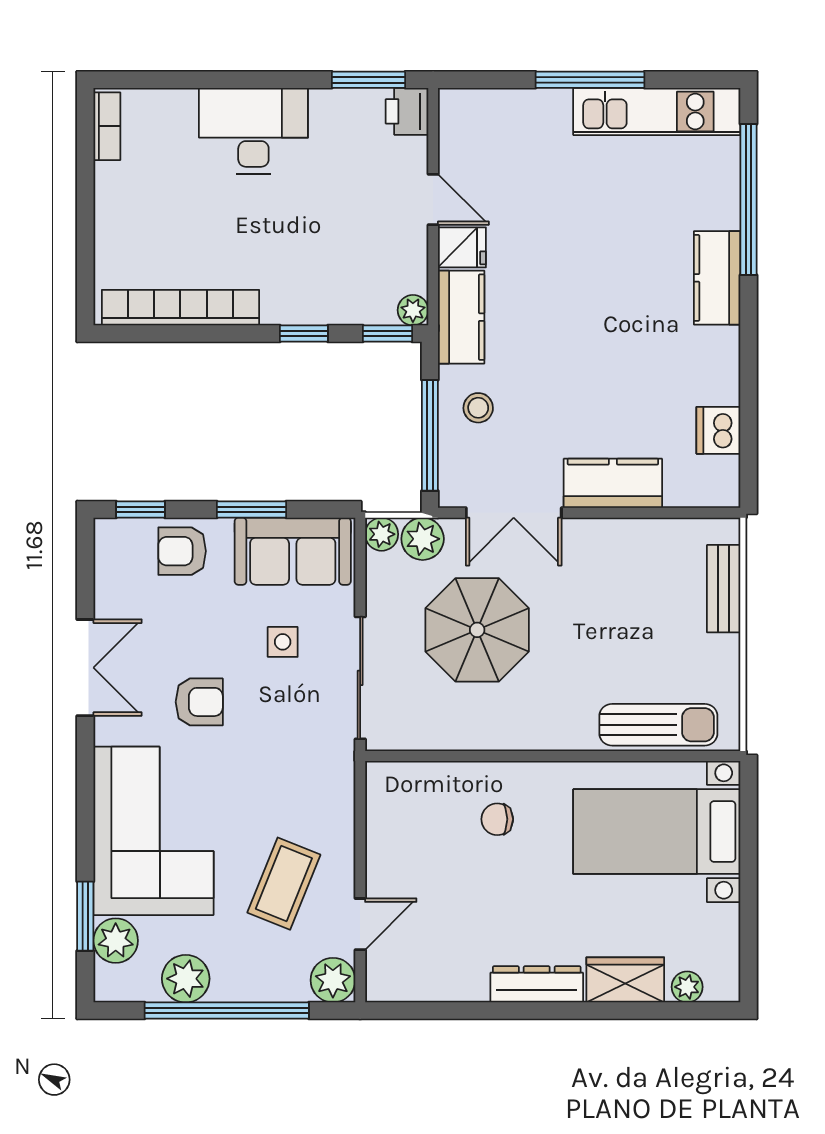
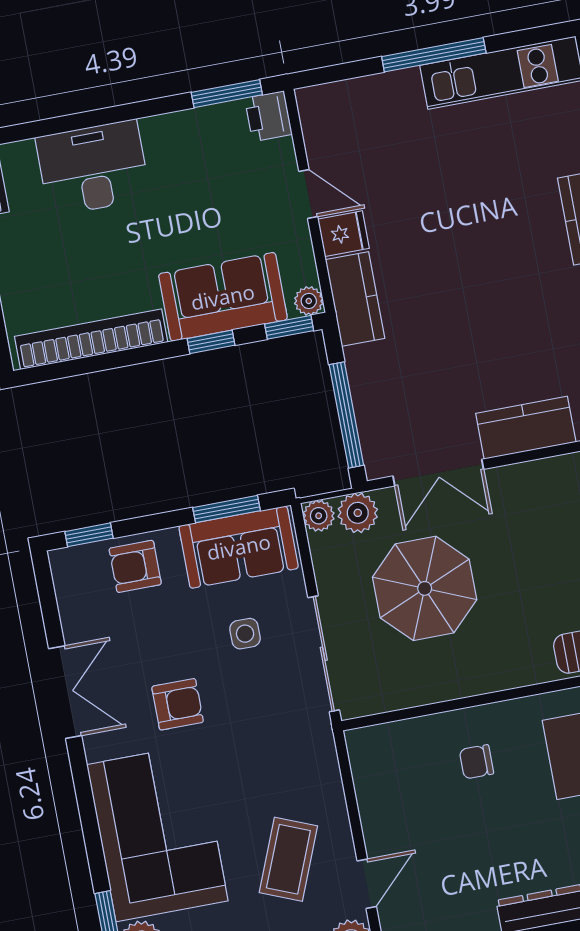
desk: (253, 131) -> (93, 168), moved
sofa: (325, 289) -> (223, 297), added
stool: (478, 408) -> (387, 381), removed
window: (252, 510) -> (226, 509), moved

